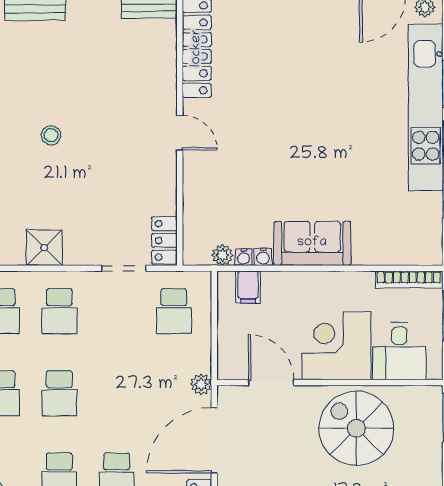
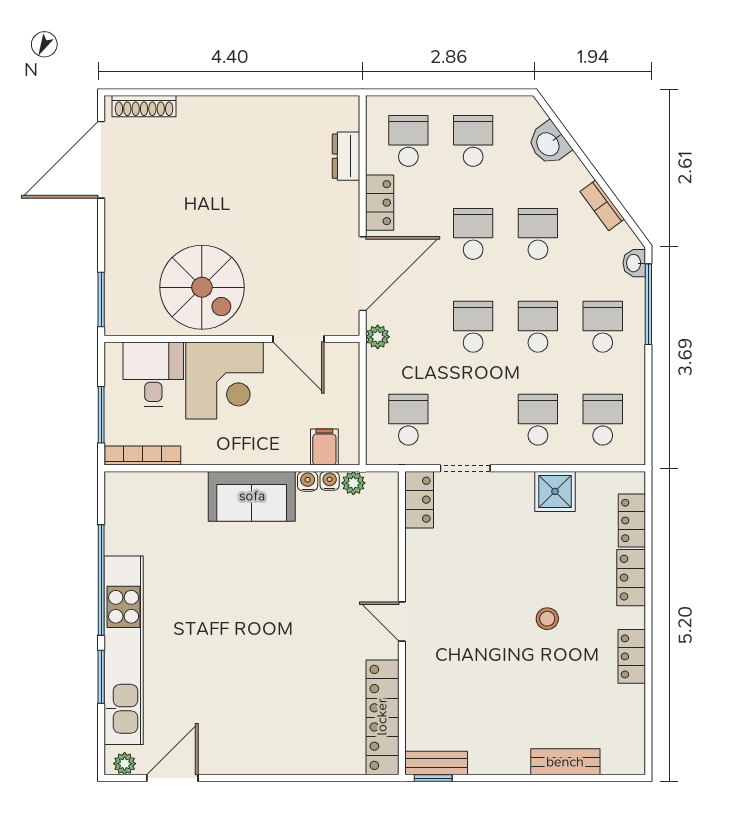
school desk: (117, 393) -> (473, 327), added

